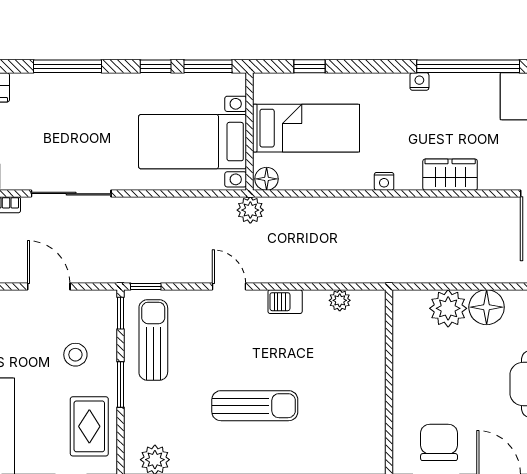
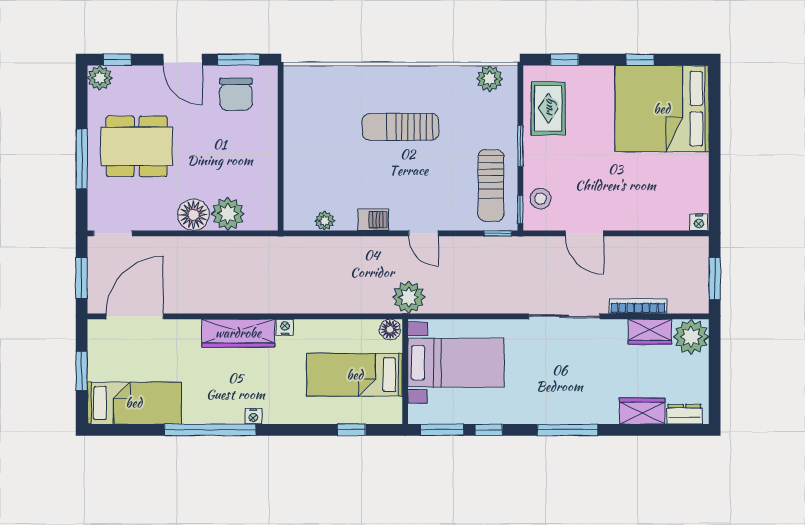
wardrobe: (450, 175) -> (238, 333), width x1.50
plant: (250, 210) -> (409, 297), width x1.36, depth x1.36
stool: (75, 355) -> (541, 199), moved

